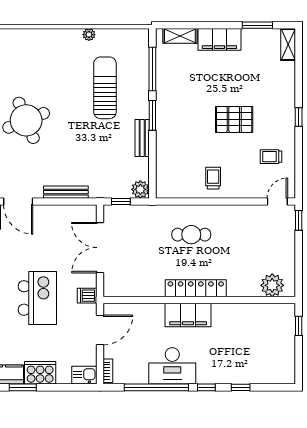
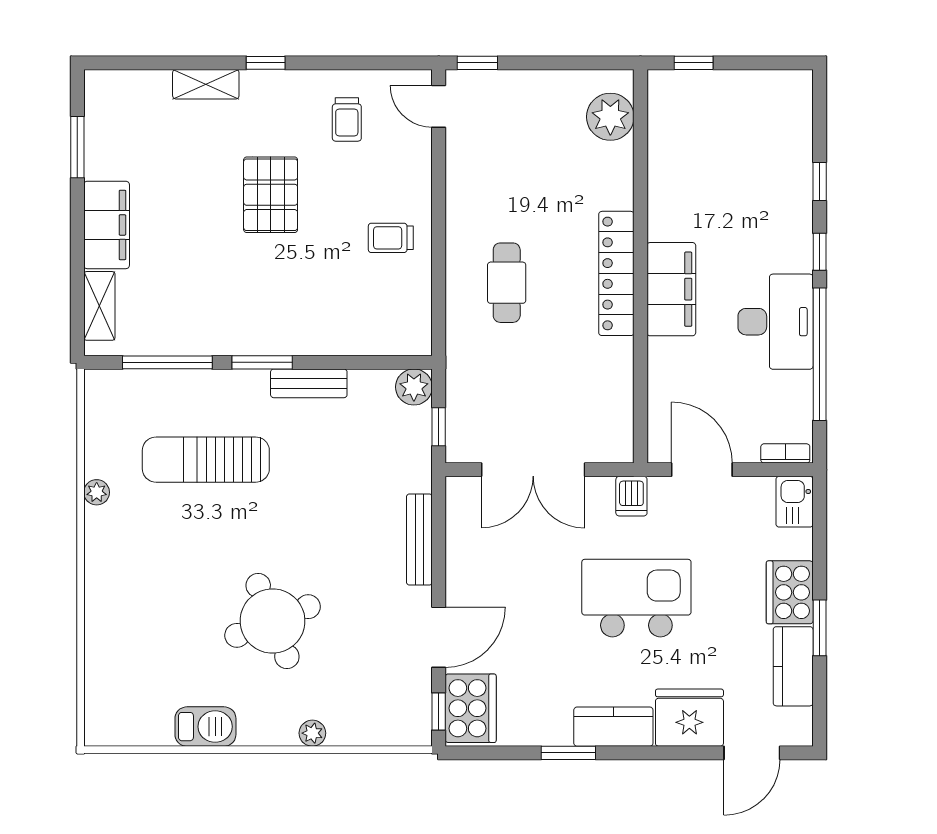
shelving: (288, 44) -> (206, 84), moved

